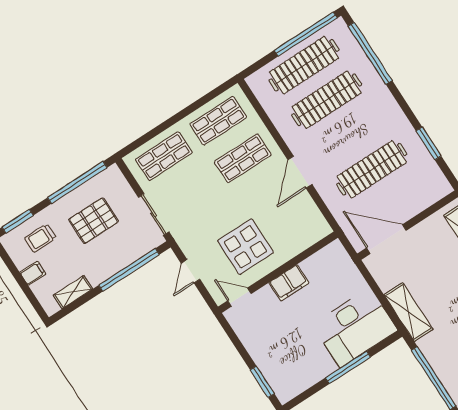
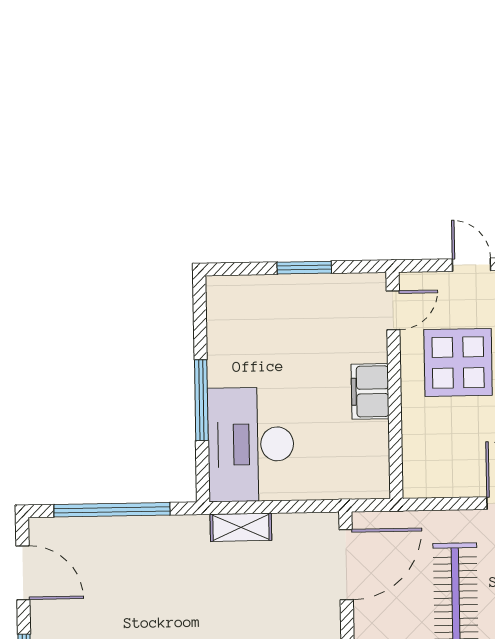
shelving: (408, 312) -> (241, 527), width x0.67, depth x0.75
window: (262, 382) -> (304, 268), moved

